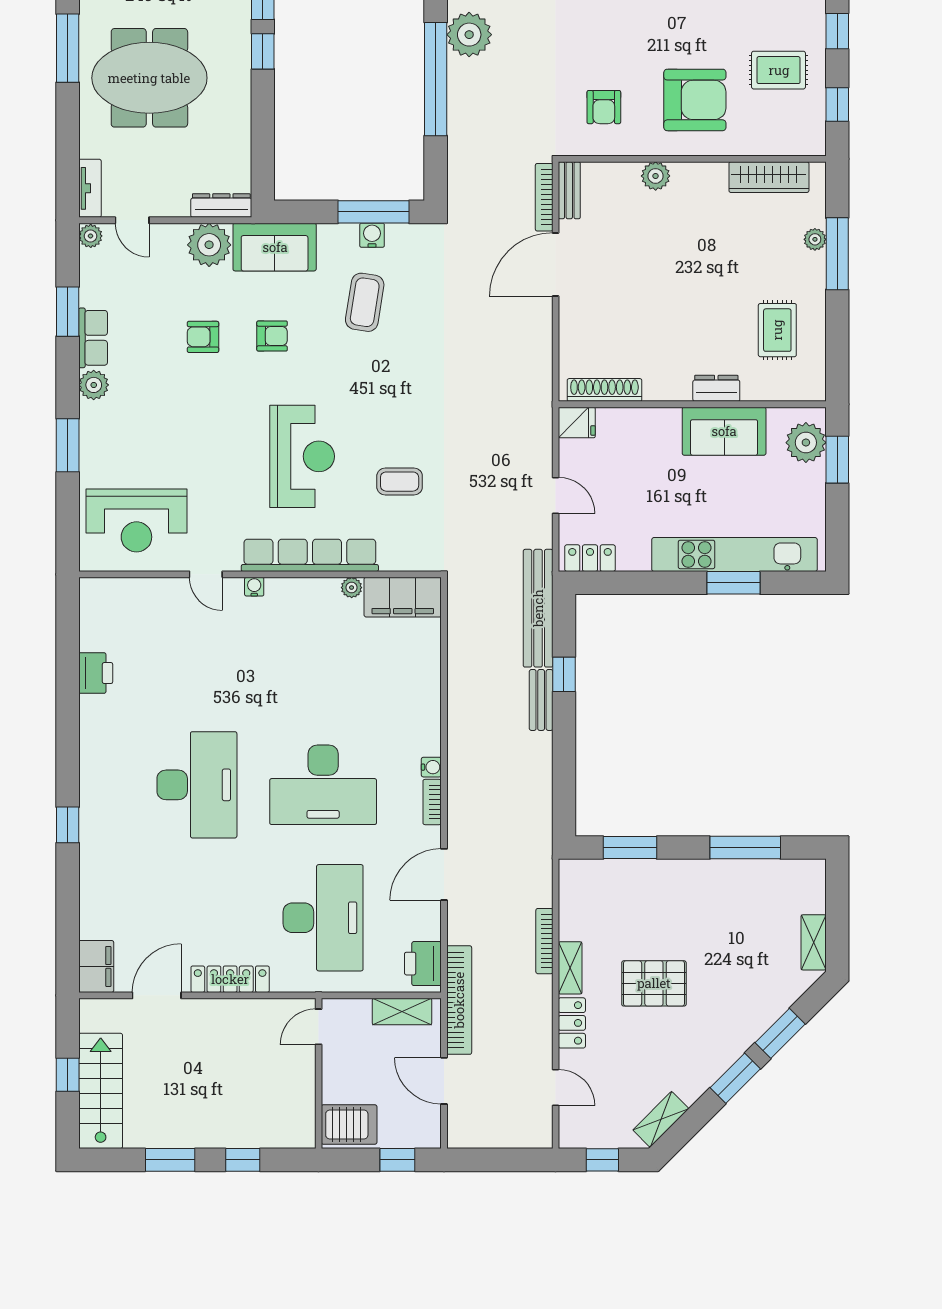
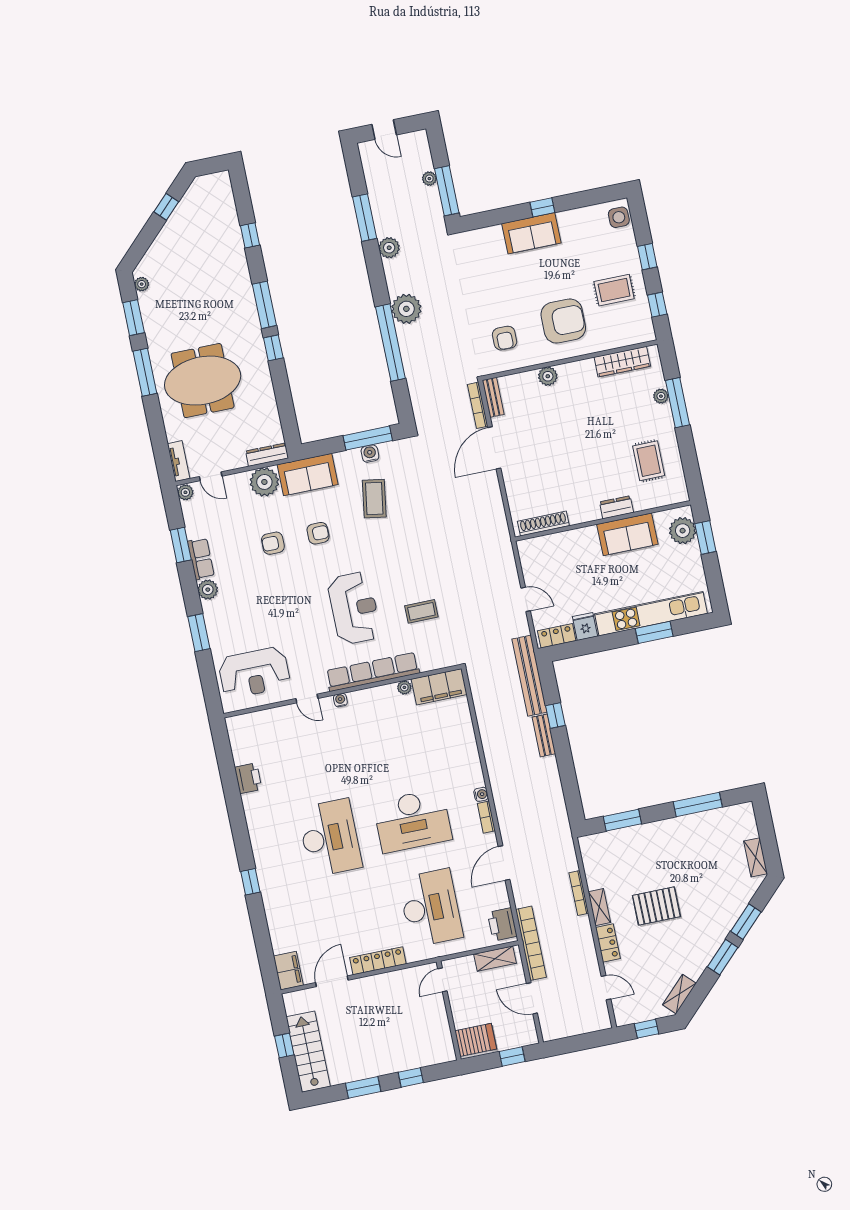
fridge: (577, 422) -> (585, 626), moved, turned -90

